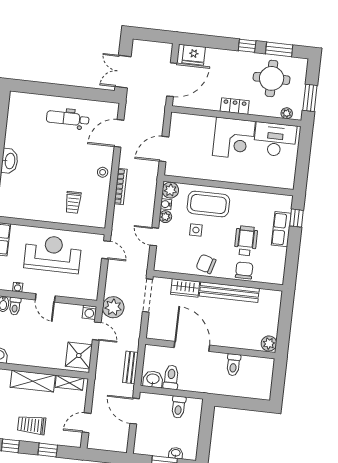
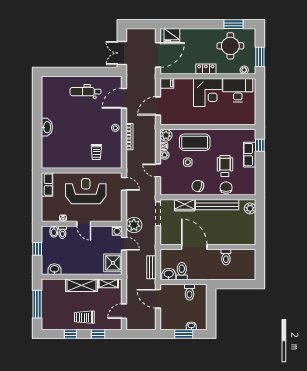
window: (247, 46) -> (210, 24), removed
filing cabinet: (180, 120) -> (167, 83), added
plant: (269, 343) -> (250, 208), moved

